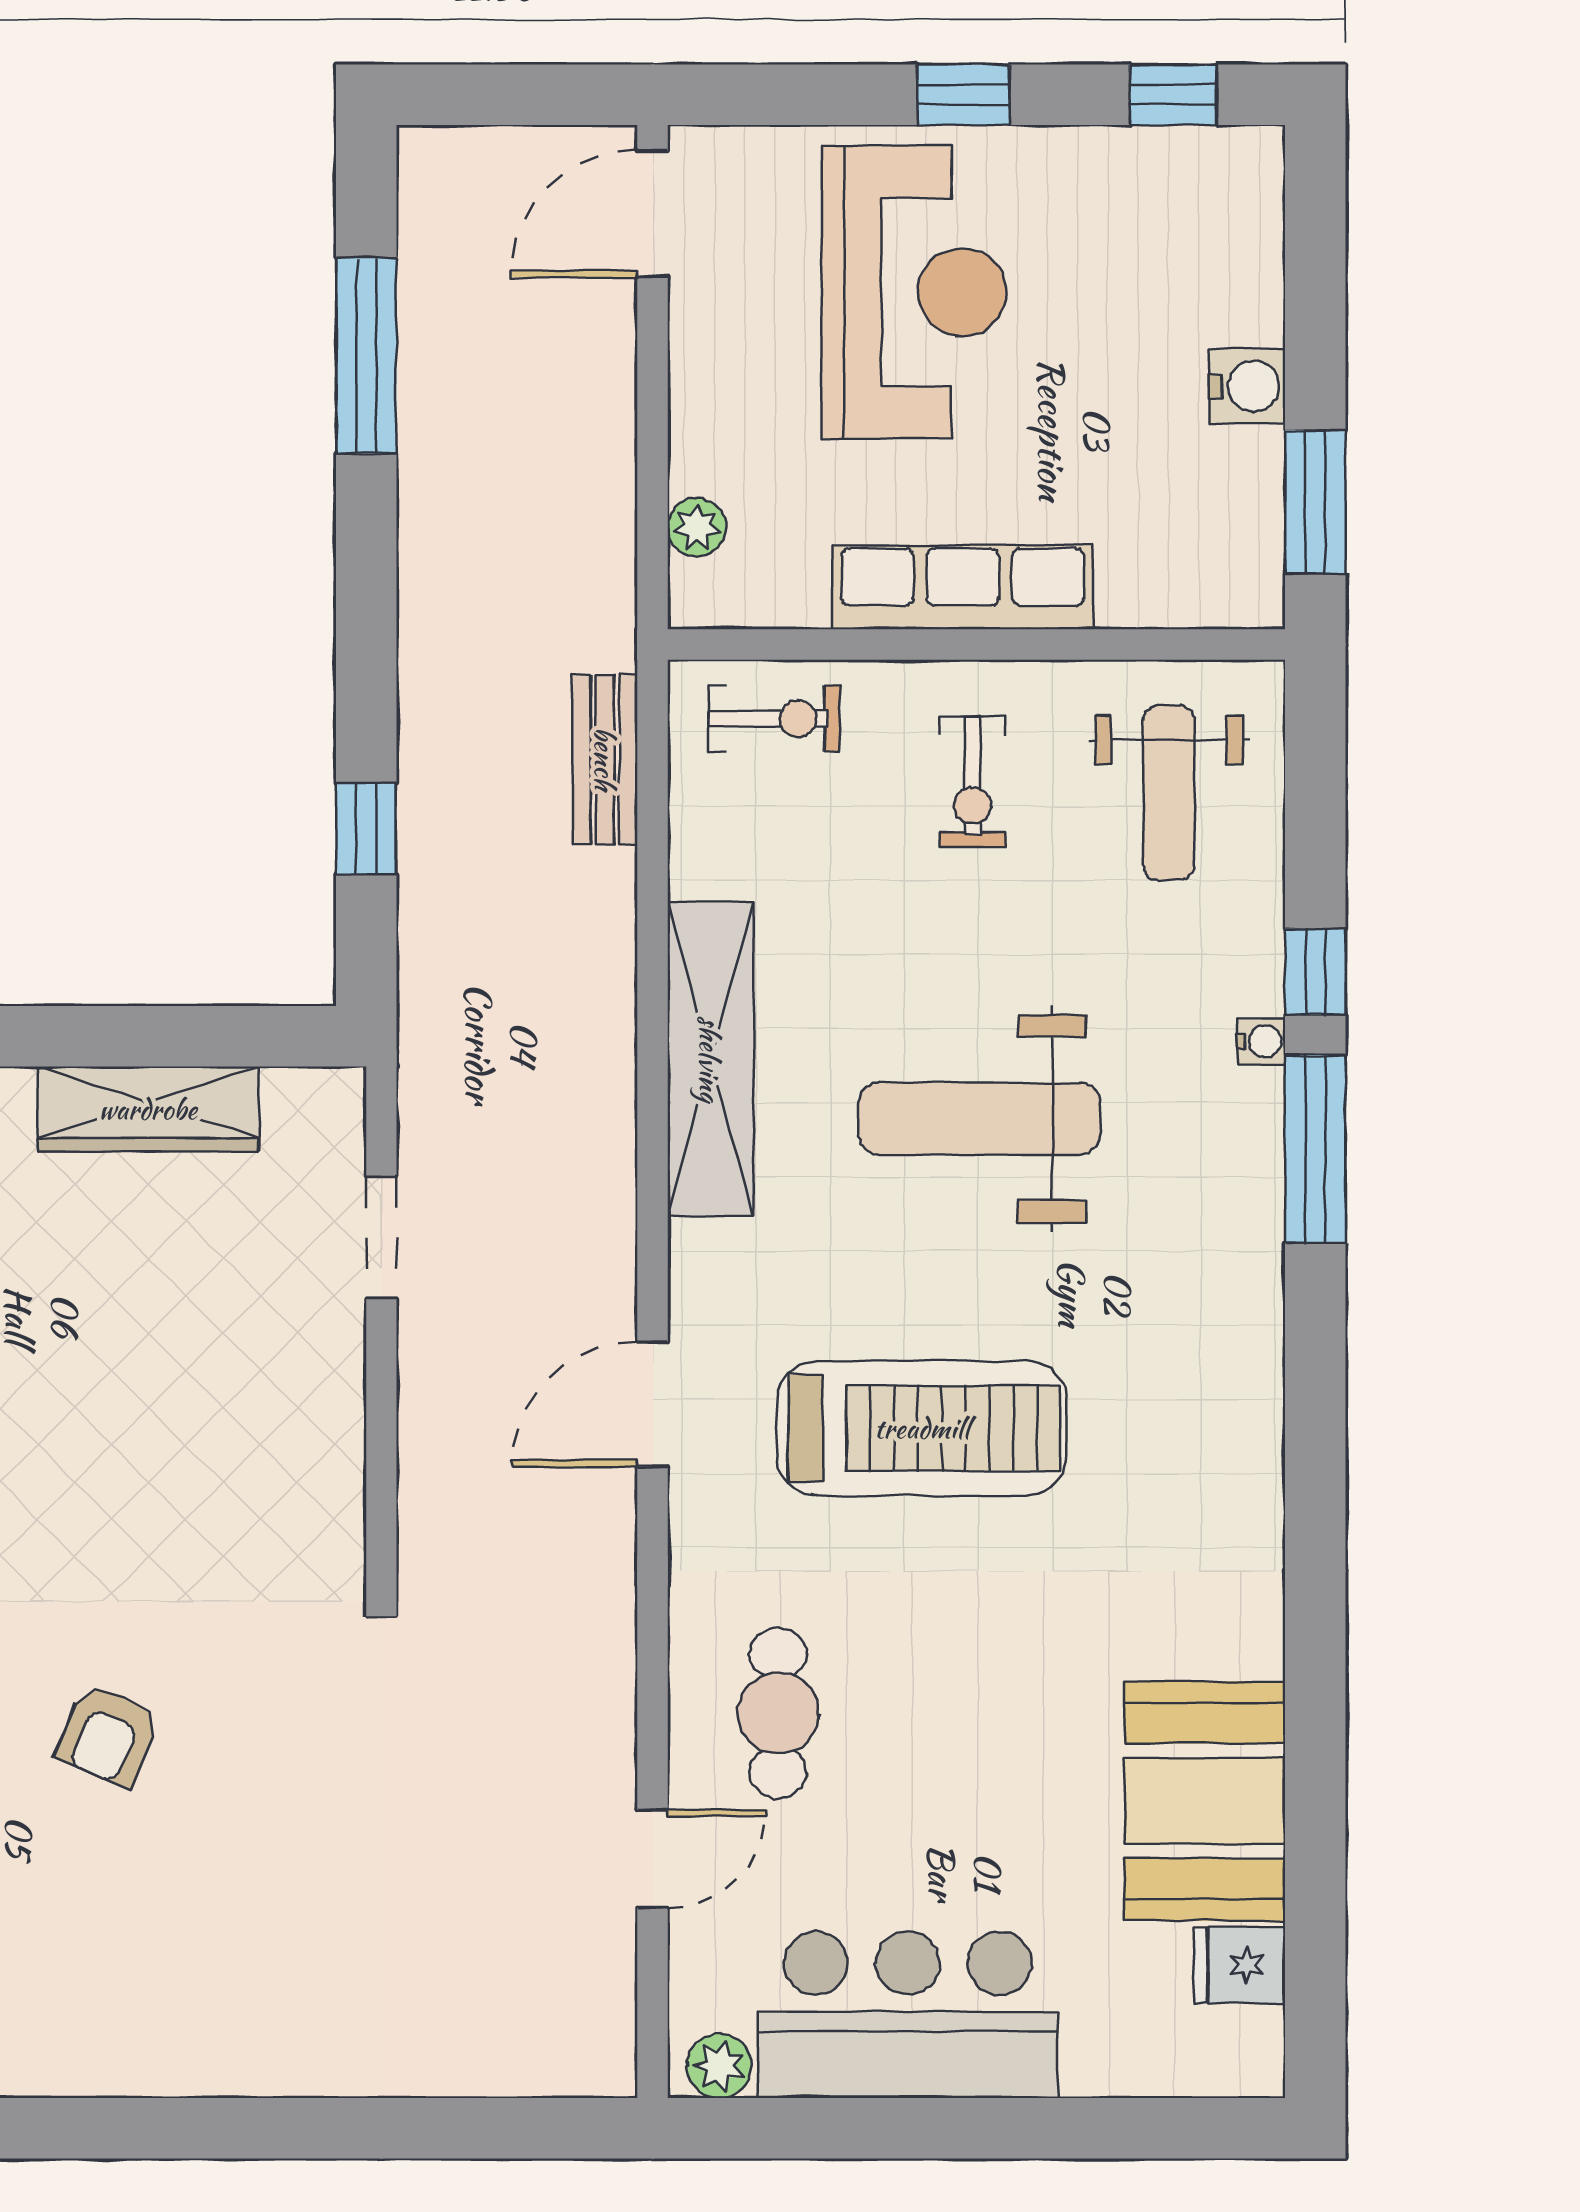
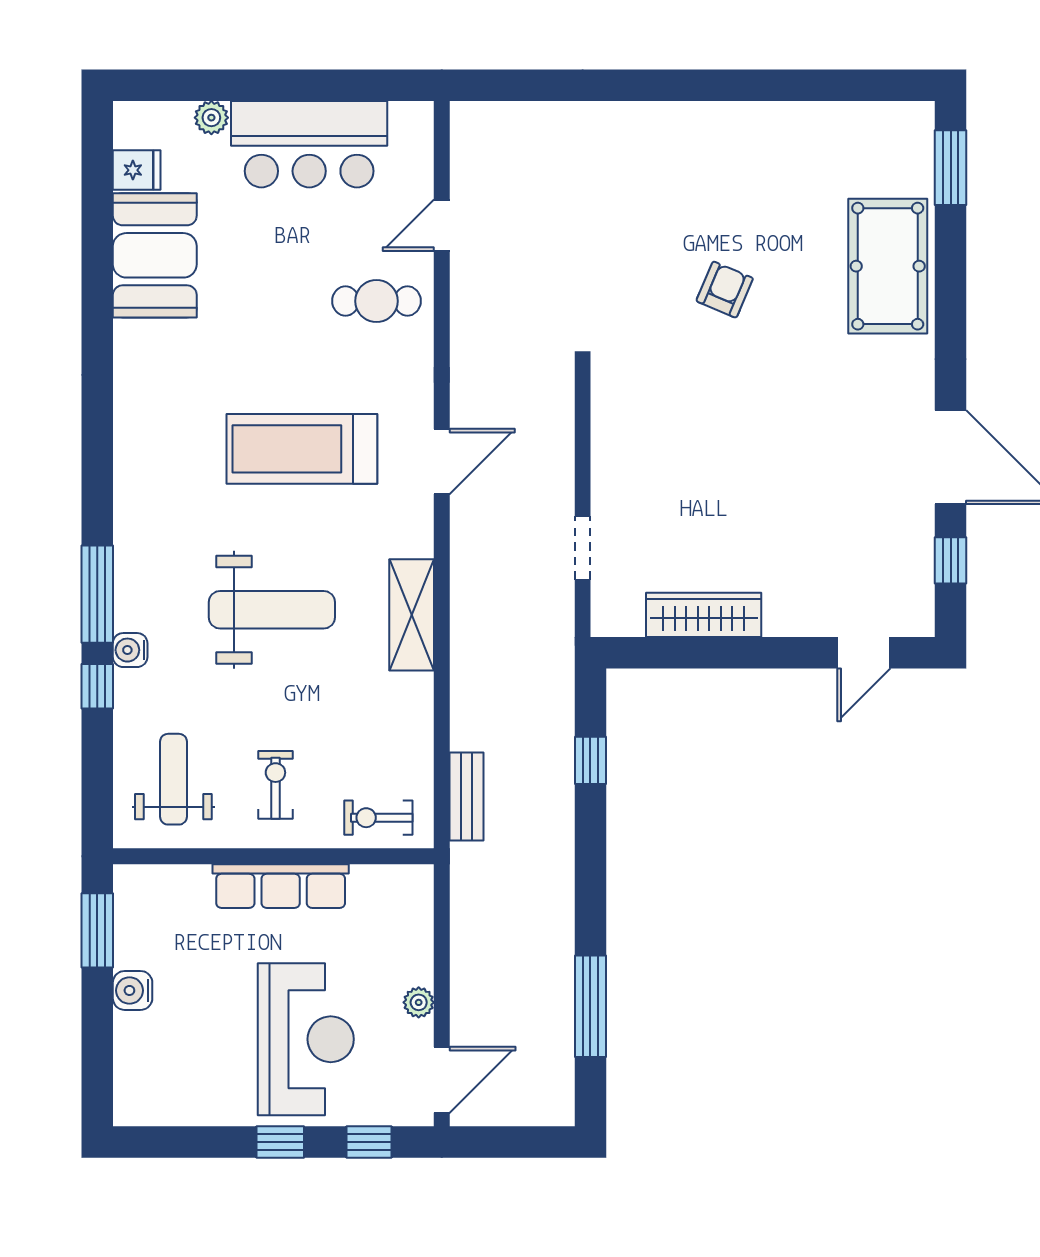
window: (1173, 95) -> (369, 1142), moved
reception desk: (914, 292) -> (306, 1039), turned 180
plant: (697, 527) -> (419, 1002), moved
water cooler: (1261, 1041) -> (130, 650), width x1.38, depth x1.38
shelving: (710, 1059) -> (412, 615), width x0.68
cafe table: (778, 1713) -> (376, 301), turned 90
plant: (719, 2066) -> (211, 118), moved

